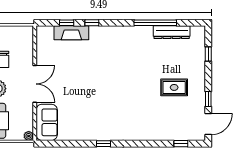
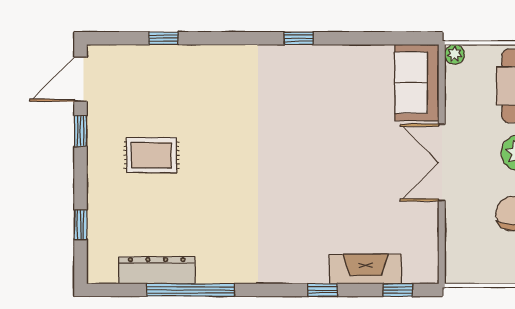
window: (67, 23) -> (398, 290), moved
window: (181, 144) -> (164, 38), moved

